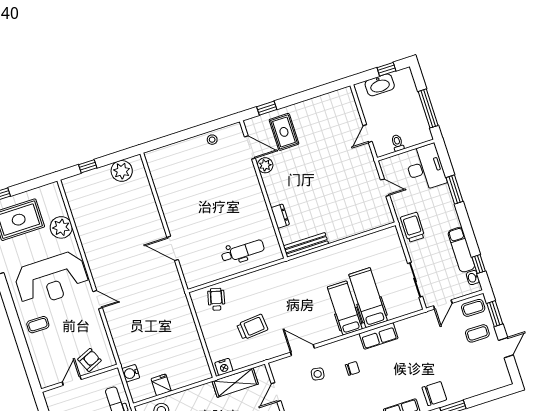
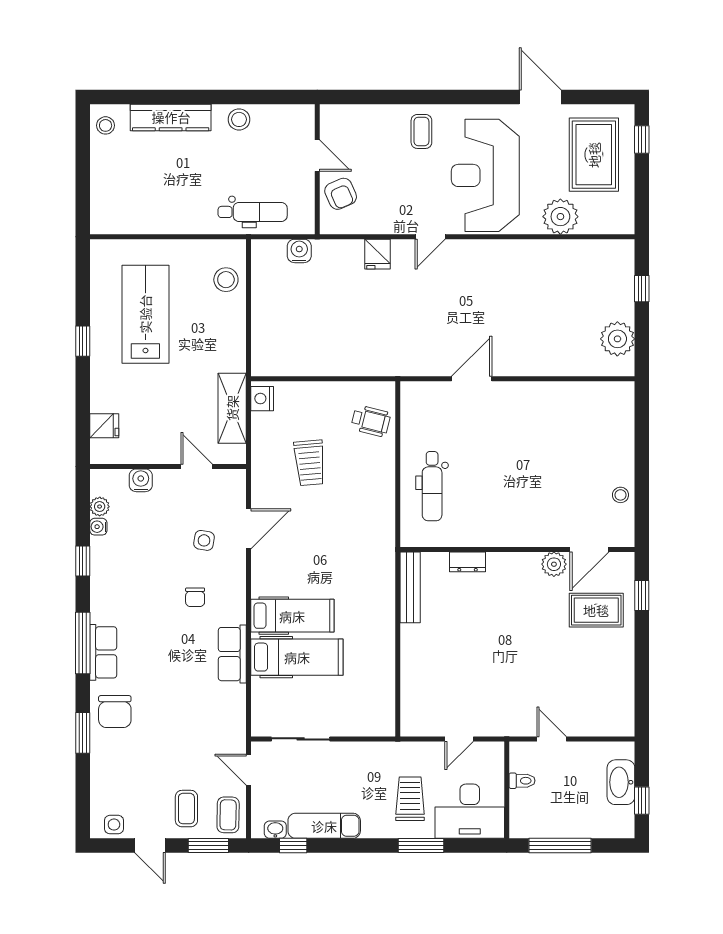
trolley: (413, 227) -> (410, 799), moved, turned -90
side table: (500, 373) -> (114, 825), added
fridge: (161, 385) -> (377, 254), moved, turned 90

